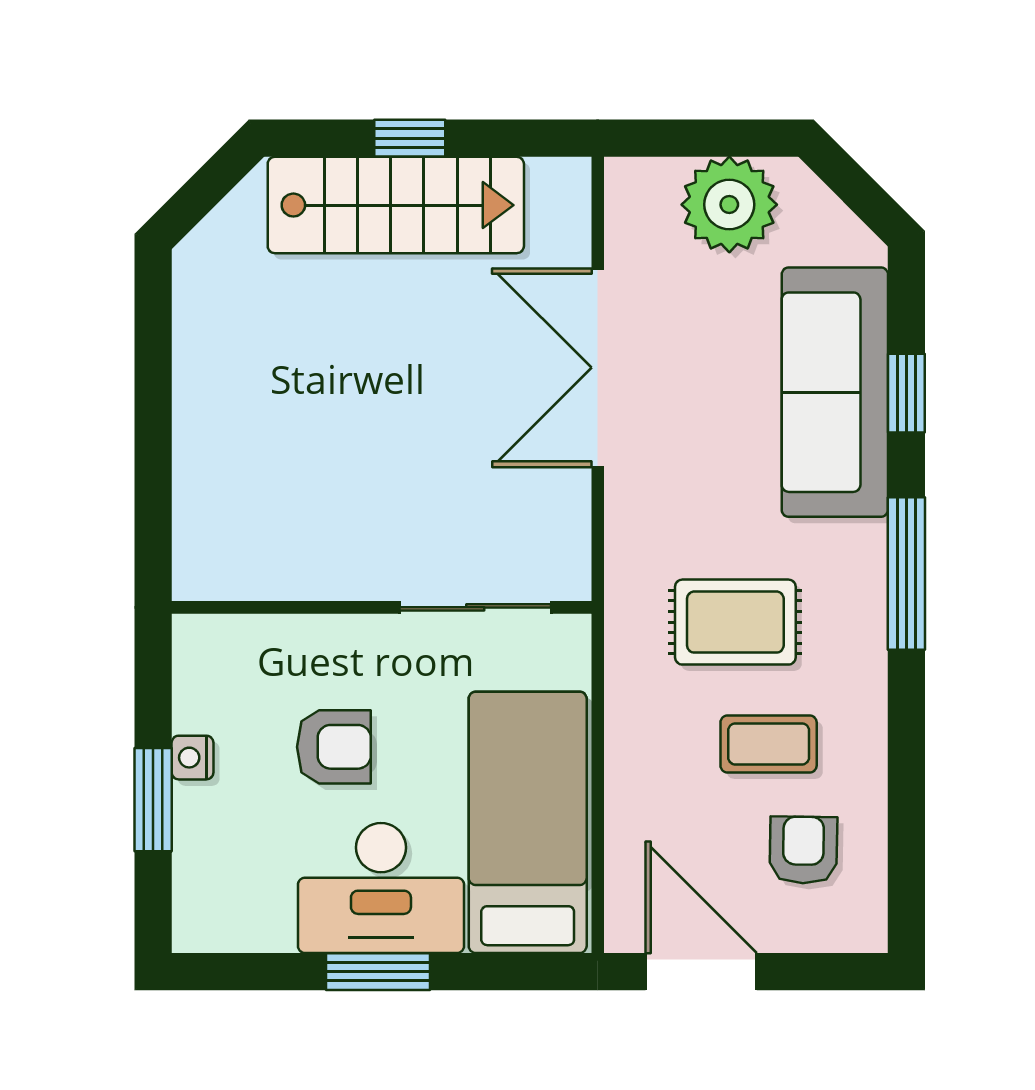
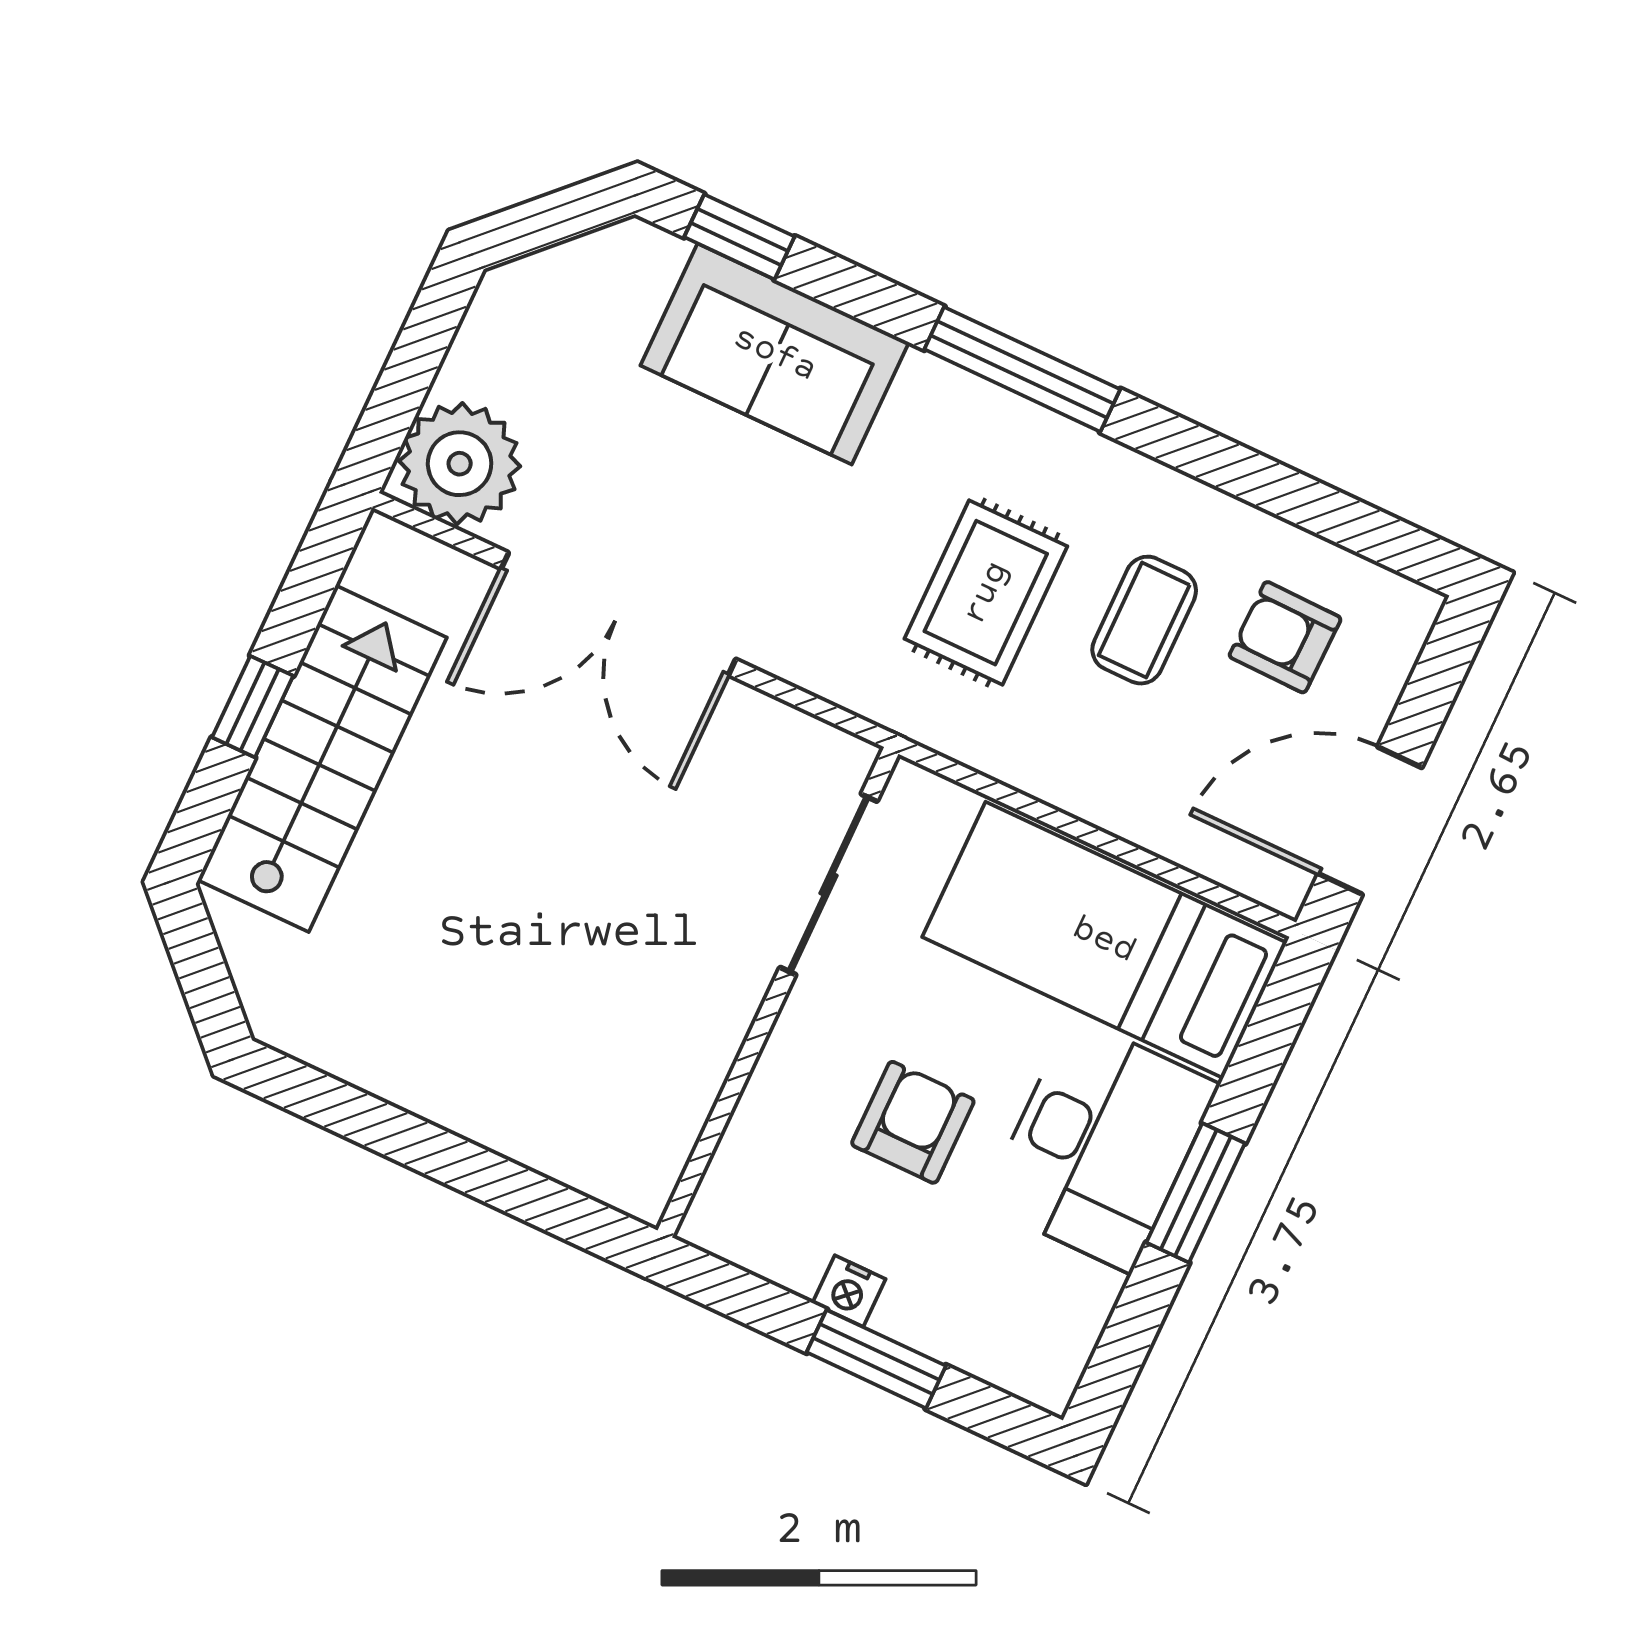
plant: (729, 205) -> (460, 464), moved
sofa: (835, 392) -> (775, 354), width x0.73
window: (906, 393) -> (739, 237), moved

